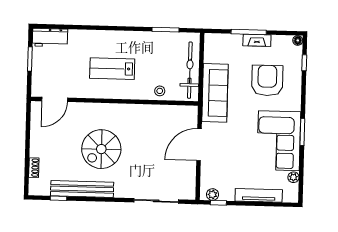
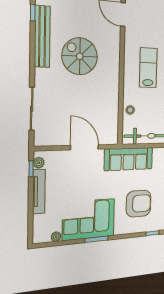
tv unit: (259, 195) -> (39, 192), moved

